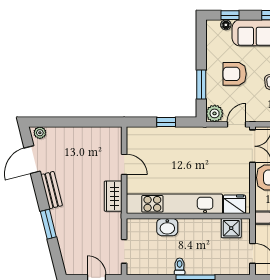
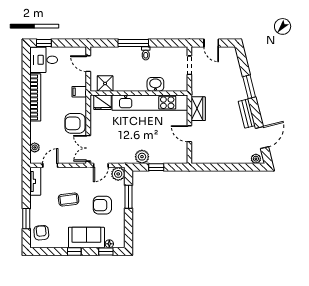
armchair: (235, 74) -> (102, 205), turned 180
plant: (184, 135) -> (142, 157), added

